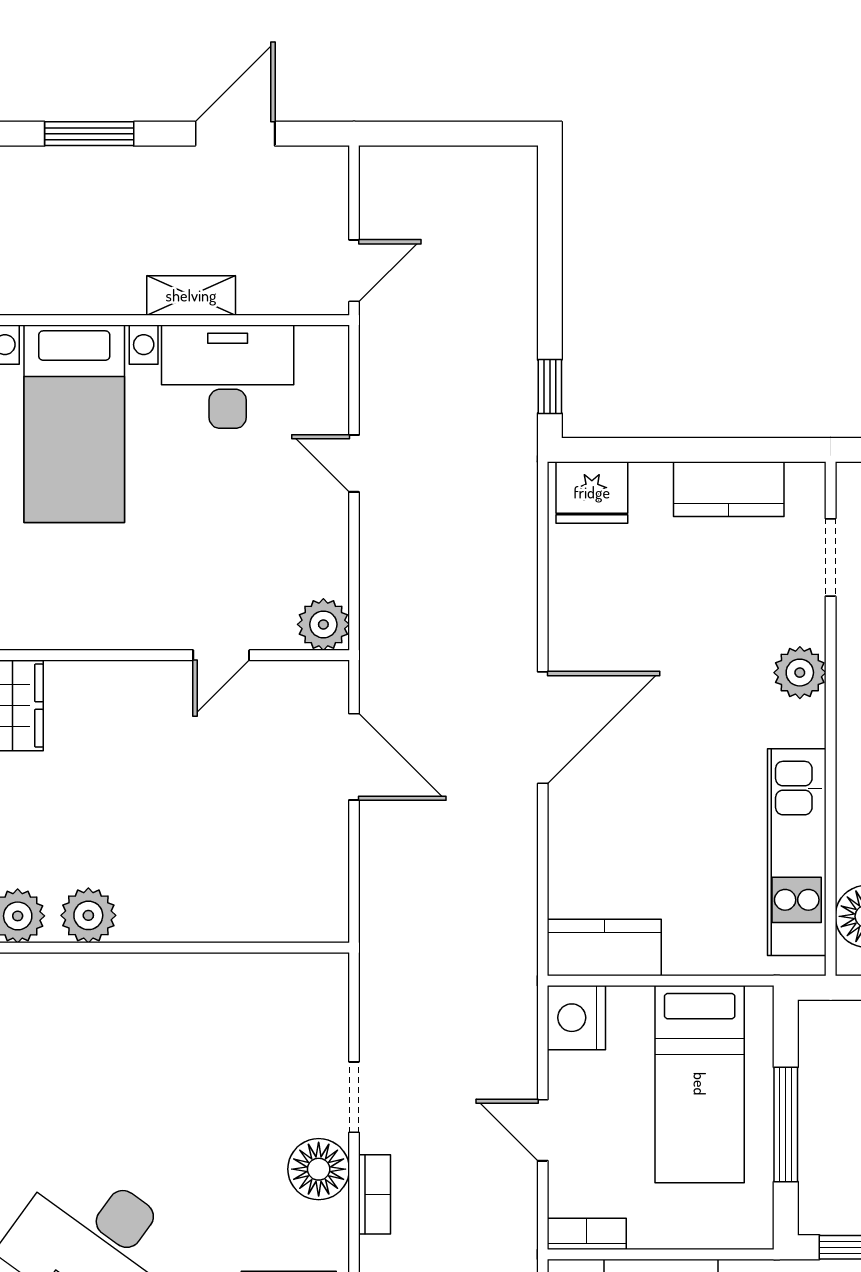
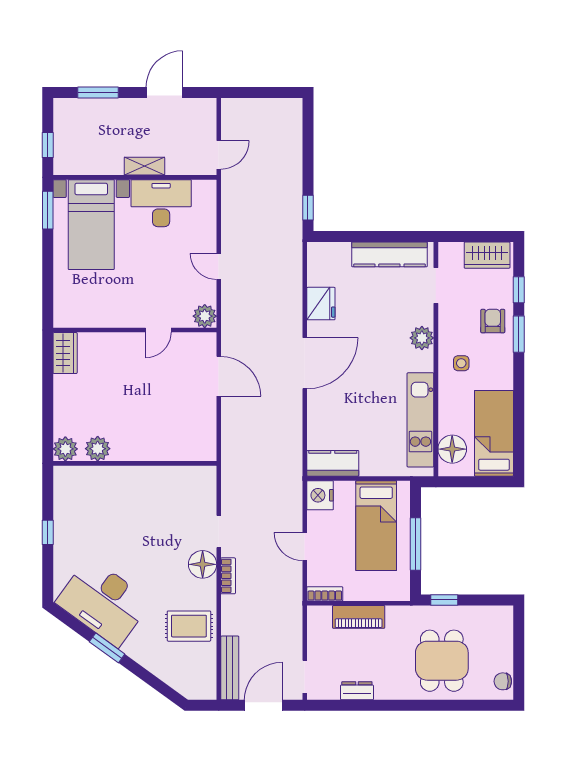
door: (354, 463) -> (219, 266), moved
kitchen counter: (729, 489) -> (389, 254), width x1.50
fridge: (592, 492) -> (321, 304), moved, turned -90

